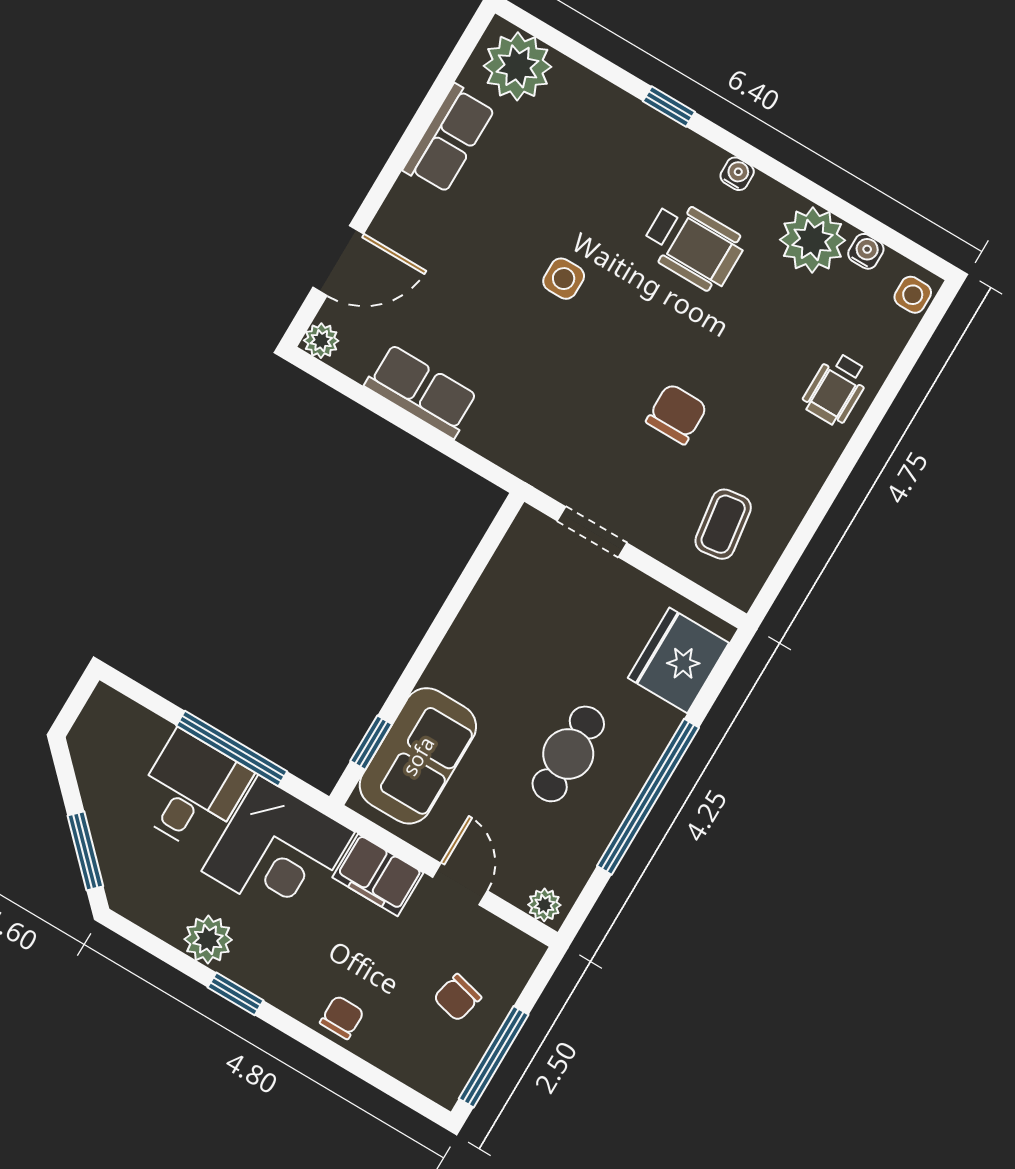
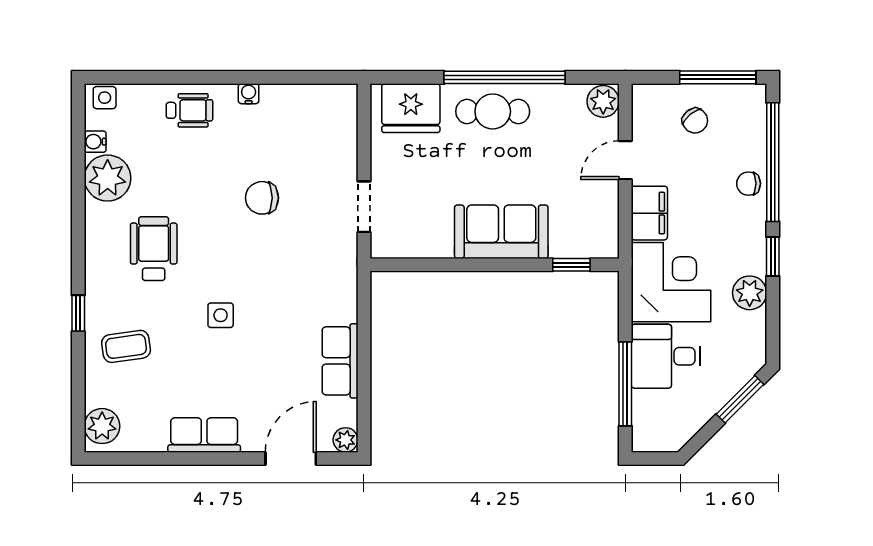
plant: (517, 66) -> (102, 426), width x0.73, depth x0.73
row of seats: (449, 139) -> (204, 435), moved
water cooler: (737, 174) -> (249, 94), moved, turned 90
door: (338, 261) -> (291, 458), hinge flipped
coffee table: (723, 524) -> (126, 346), moved
window: (232, 748) -> (625, 384), moved
cafe table: (568, 754) -> (493, 111), moved
sofa: (418, 756) -> (501, 232), moved
plant: (544, 905) -> (603, 101), width x1.38, depth x1.38
chair: (457, 998) -> (695, 121), turned 37
window: (351, 1062) -> (773, 162), added

